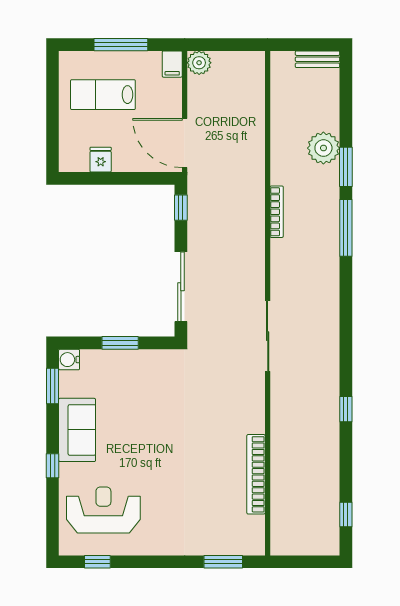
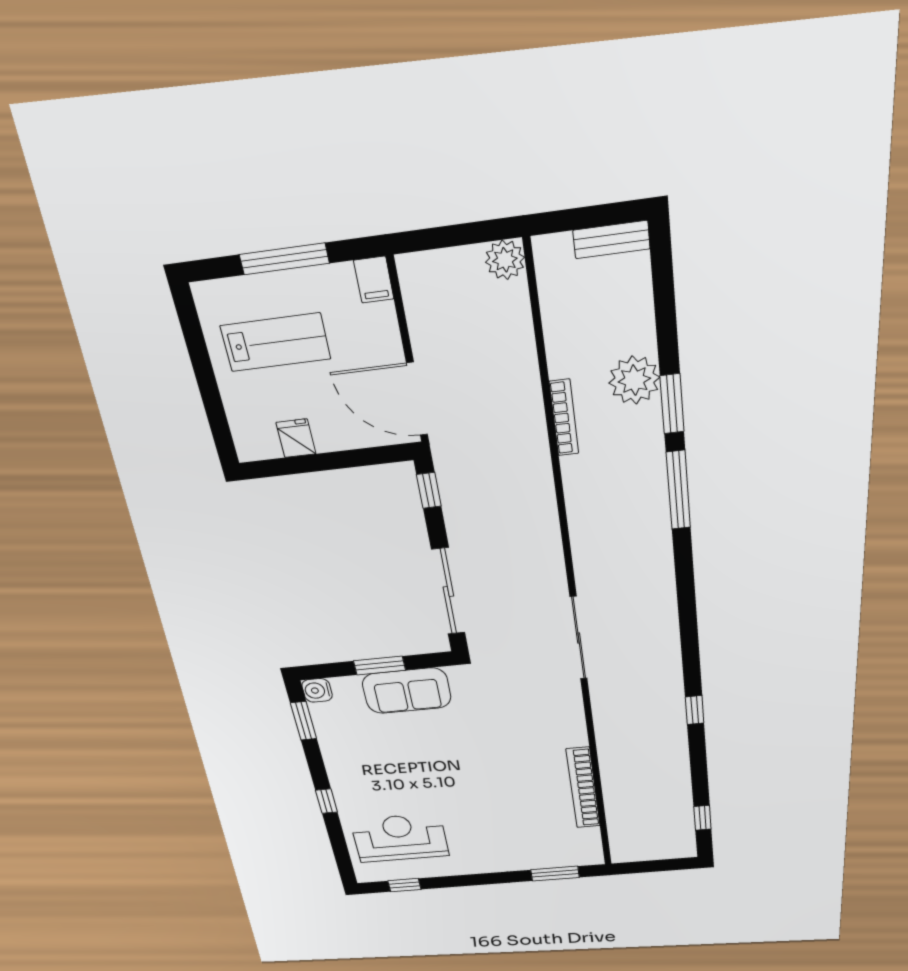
plant: (199, 63) -> (505, 260), moved
lab bench: (103, 95) -> (276, 342), turned 180
bookcase: (277, 212) -> (564, 418), moved
sofa: (77, 430) -> (407, 691), moved, turned 90

